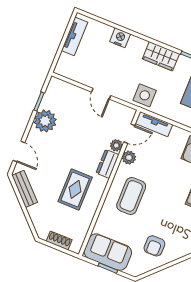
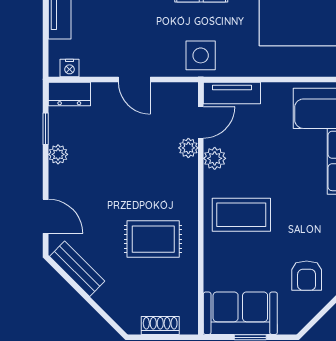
nightstand: (67, 72) -> (69, 68), added
plant: (45, 121) -> (58, 154), width x0.53, depth x0.53
dresser: (107, 164) -> (69, 94), moved, turned -90
rug: (75, 189) -> (153, 239), turned 90
coffee table: (131, 196) -> (241, 215), turned 90

